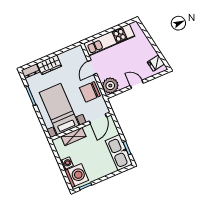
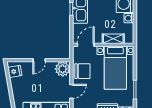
door: (137, 84) -> (39, 60), hinge flipped

